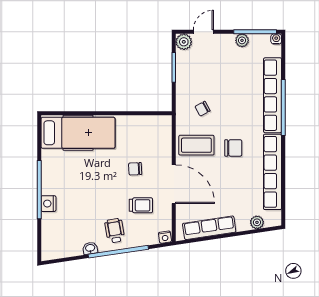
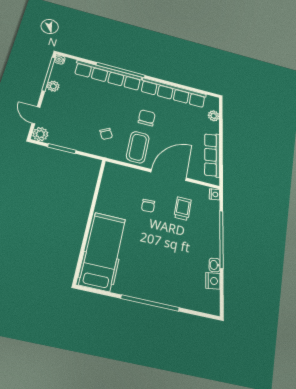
nightstand: (48, 204) -> (213, 281), moved, turned -98
wheelchair: (115, 231) -> (202, 238), removed

